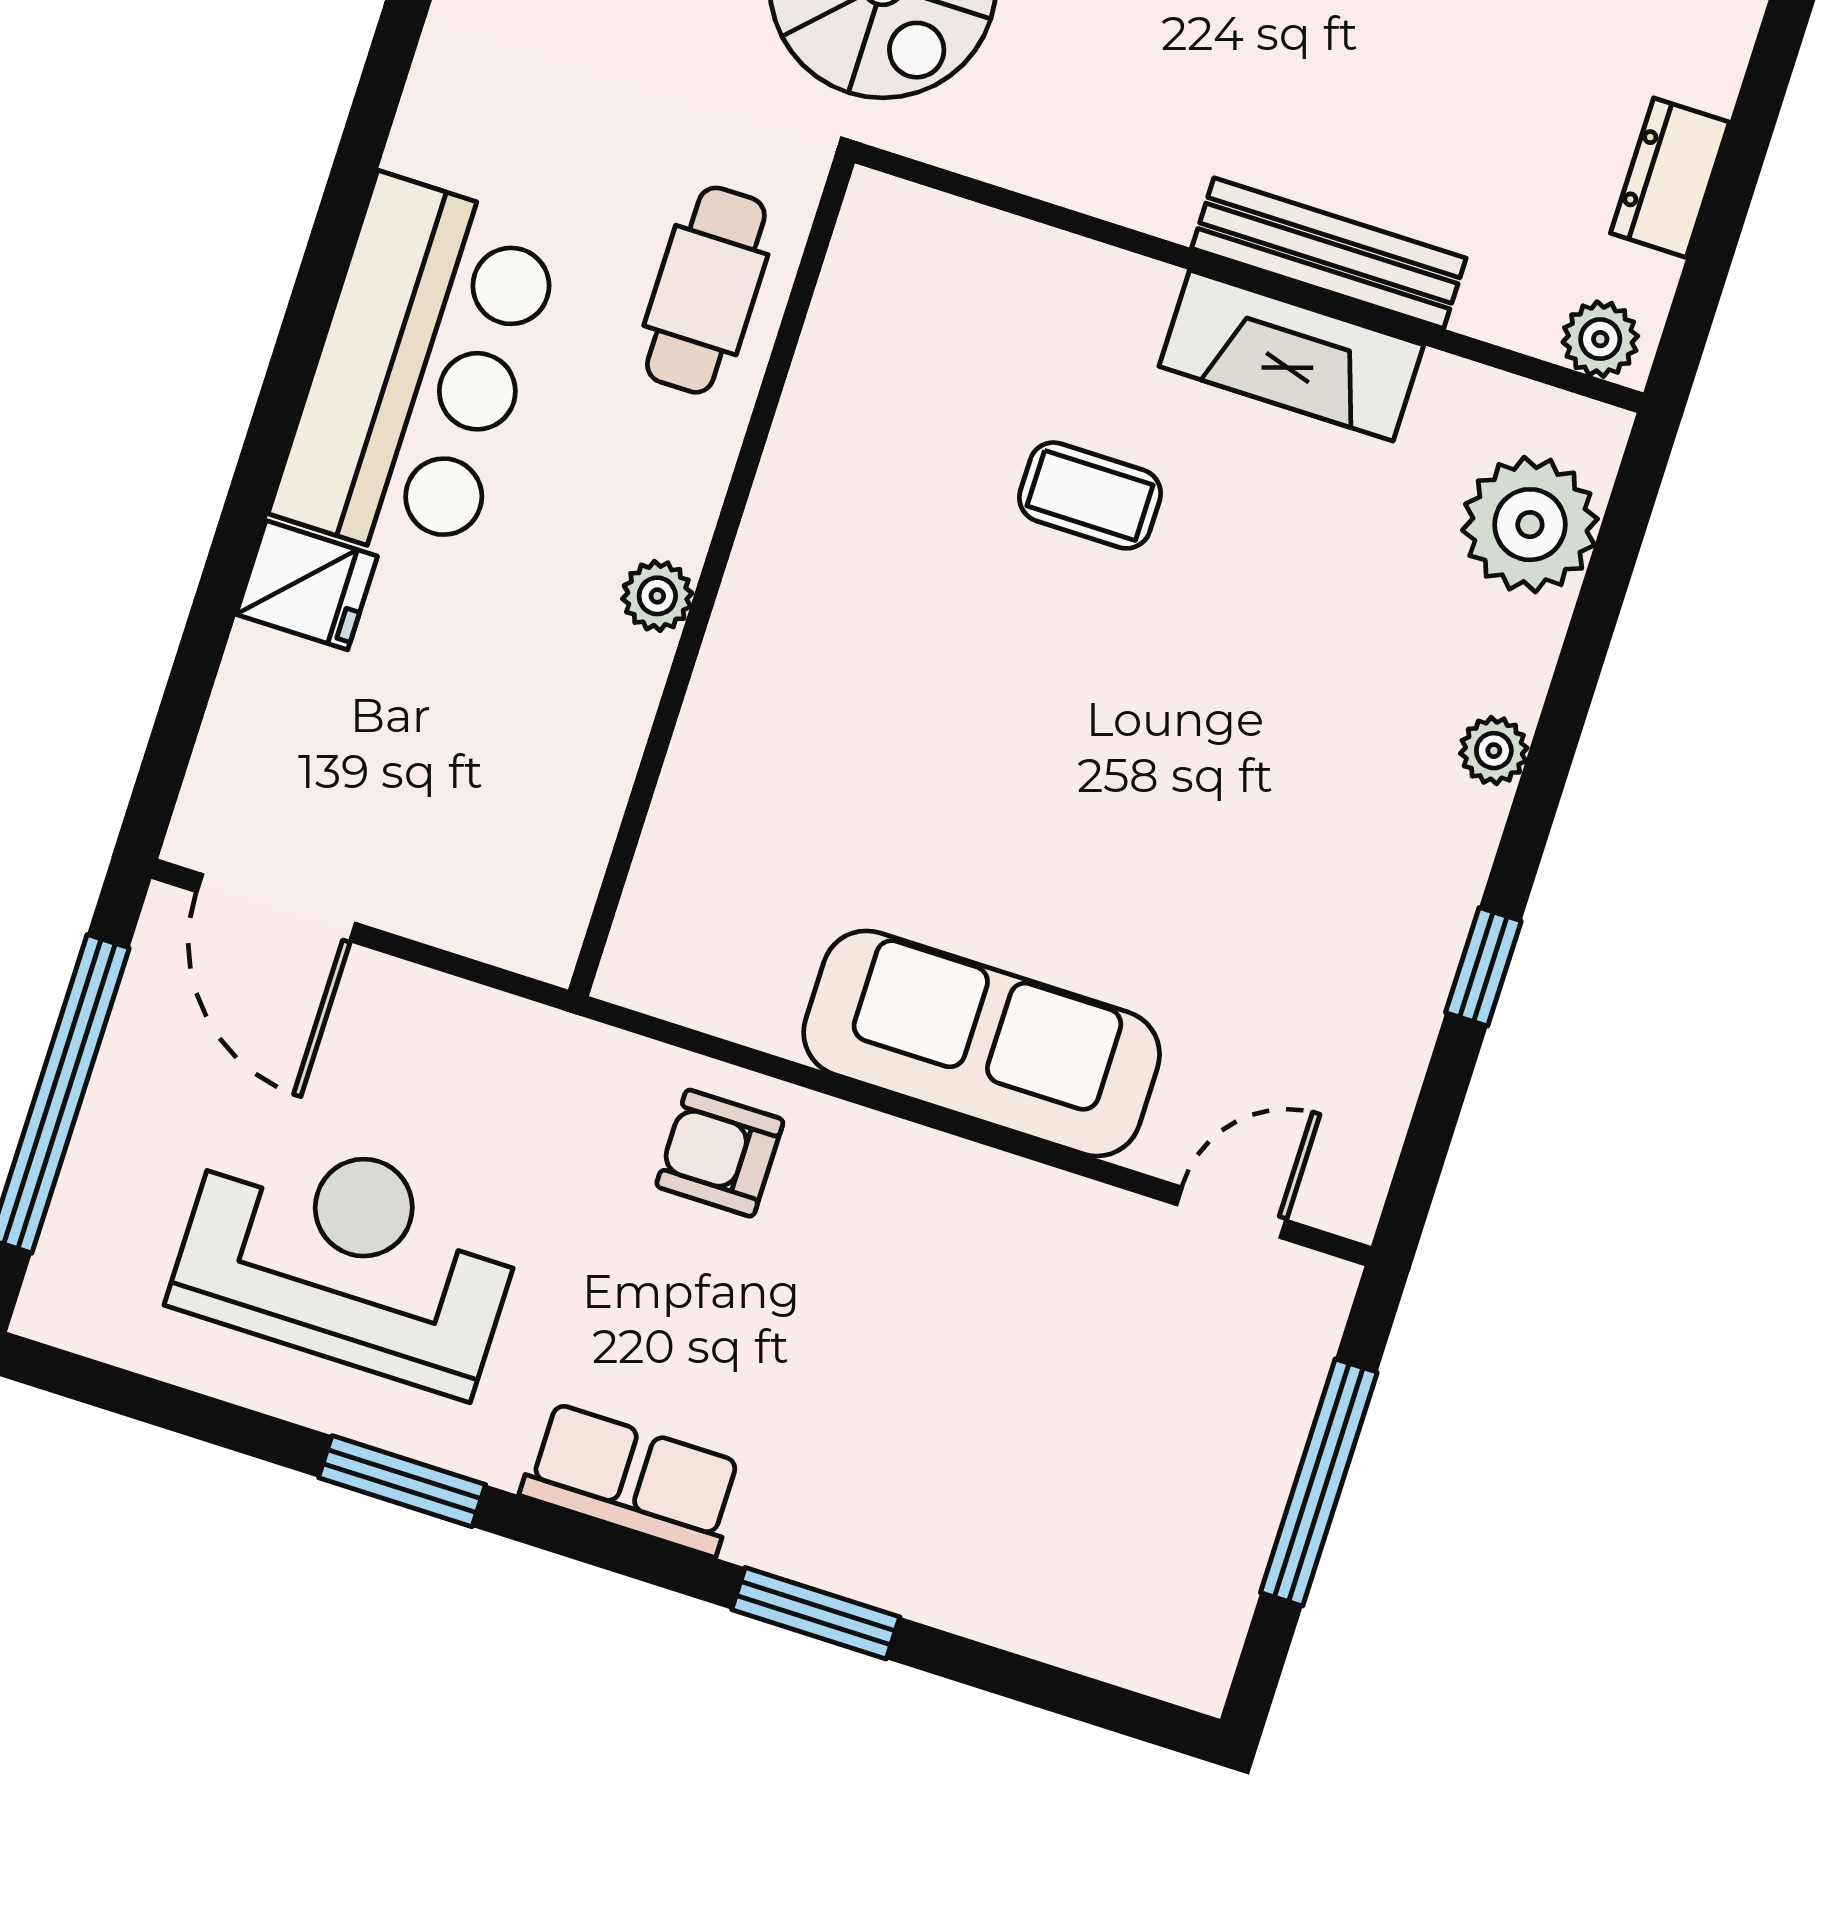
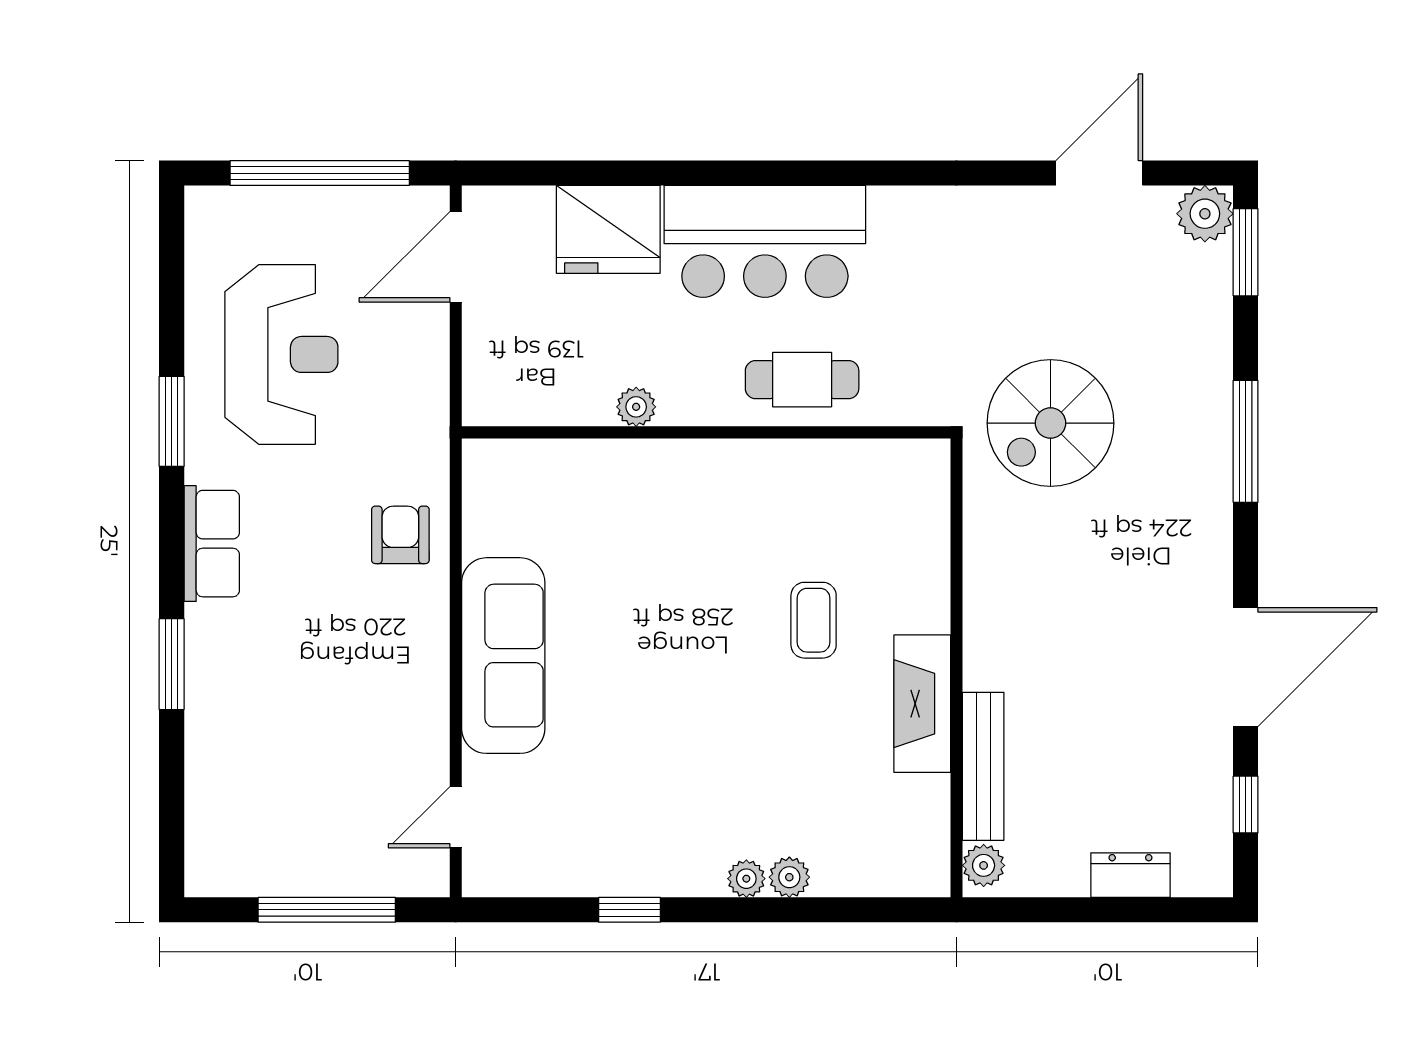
dresser: (1670, 178) -> (1130, 875), moved
bench: (1329, 253) -> (983, 766), moved
cafe table: (706, 290) -> (802, 380), moved
plant: (1530, 525) -> (789, 877), moved, width x0.53, depth x0.53
fridge: (307, 585) -> (608, 229), width x1.88, depth x1.34
plant: (657, 596) -> (636, 407), moved
door: (1231, 1212) -> (456, 817), swing flipped

